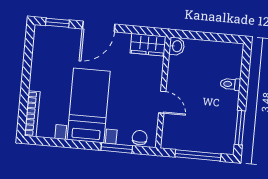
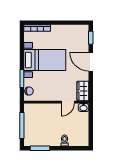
door: (162, 102) -> (68, 102), moved

